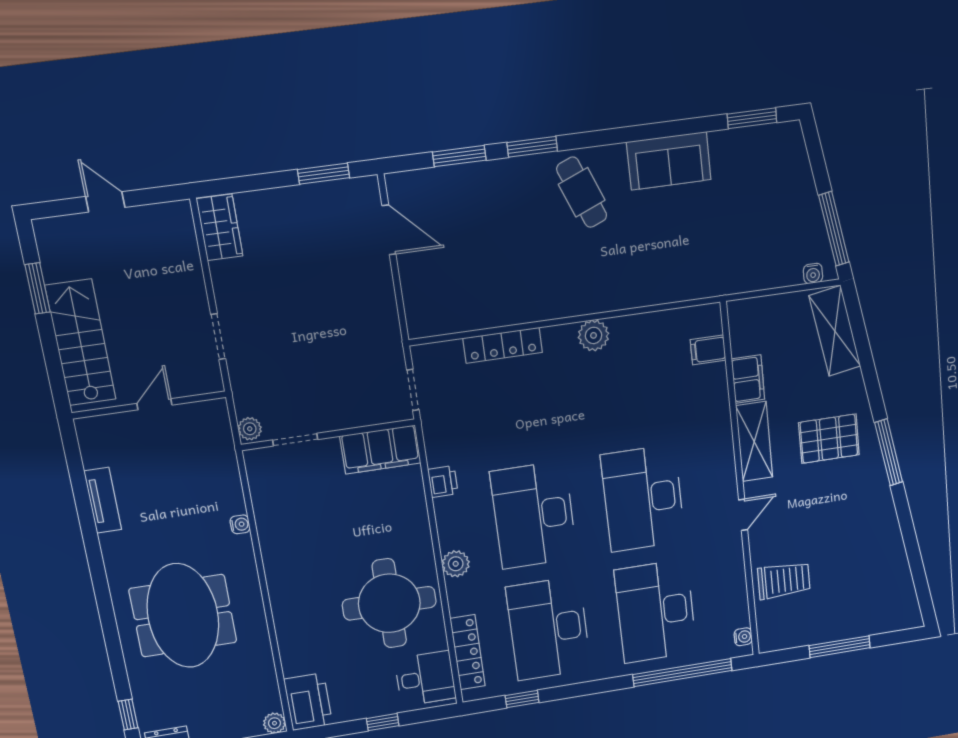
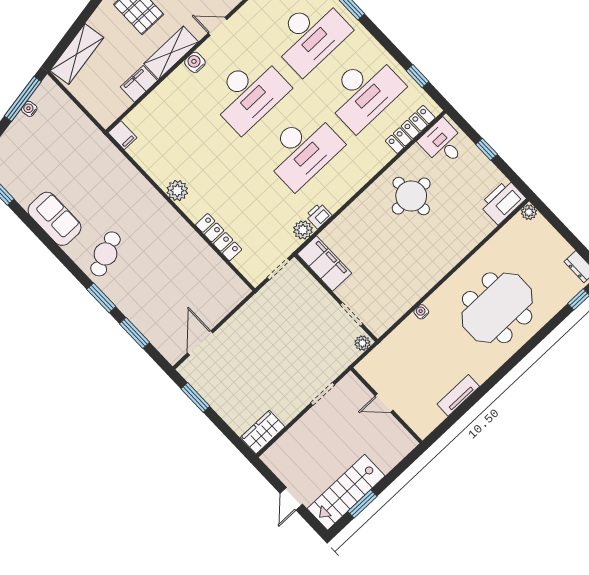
water cooler: (813, 274) -> (29, 109), moved, turned -100
stairs: (81, 343) -> (346, 492), moved
filing cabinet: (708, 350) -> (122, 135), moved
water cooler: (723, 461) -> (195, 62), added
plant: (456, 564) -> (303, 230), moved
round table: (389, 603) -> (411, 196), width x0.73, depth x0.73

